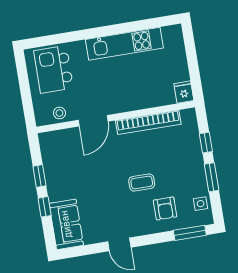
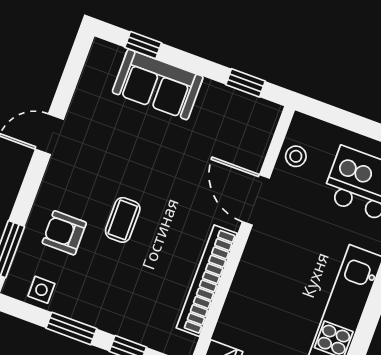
window: (39, 176) -> (245, 83), moved
window: (45, 207) -> (143, 45), moved
sofa: (66, 224) -> (158, 85), moved

